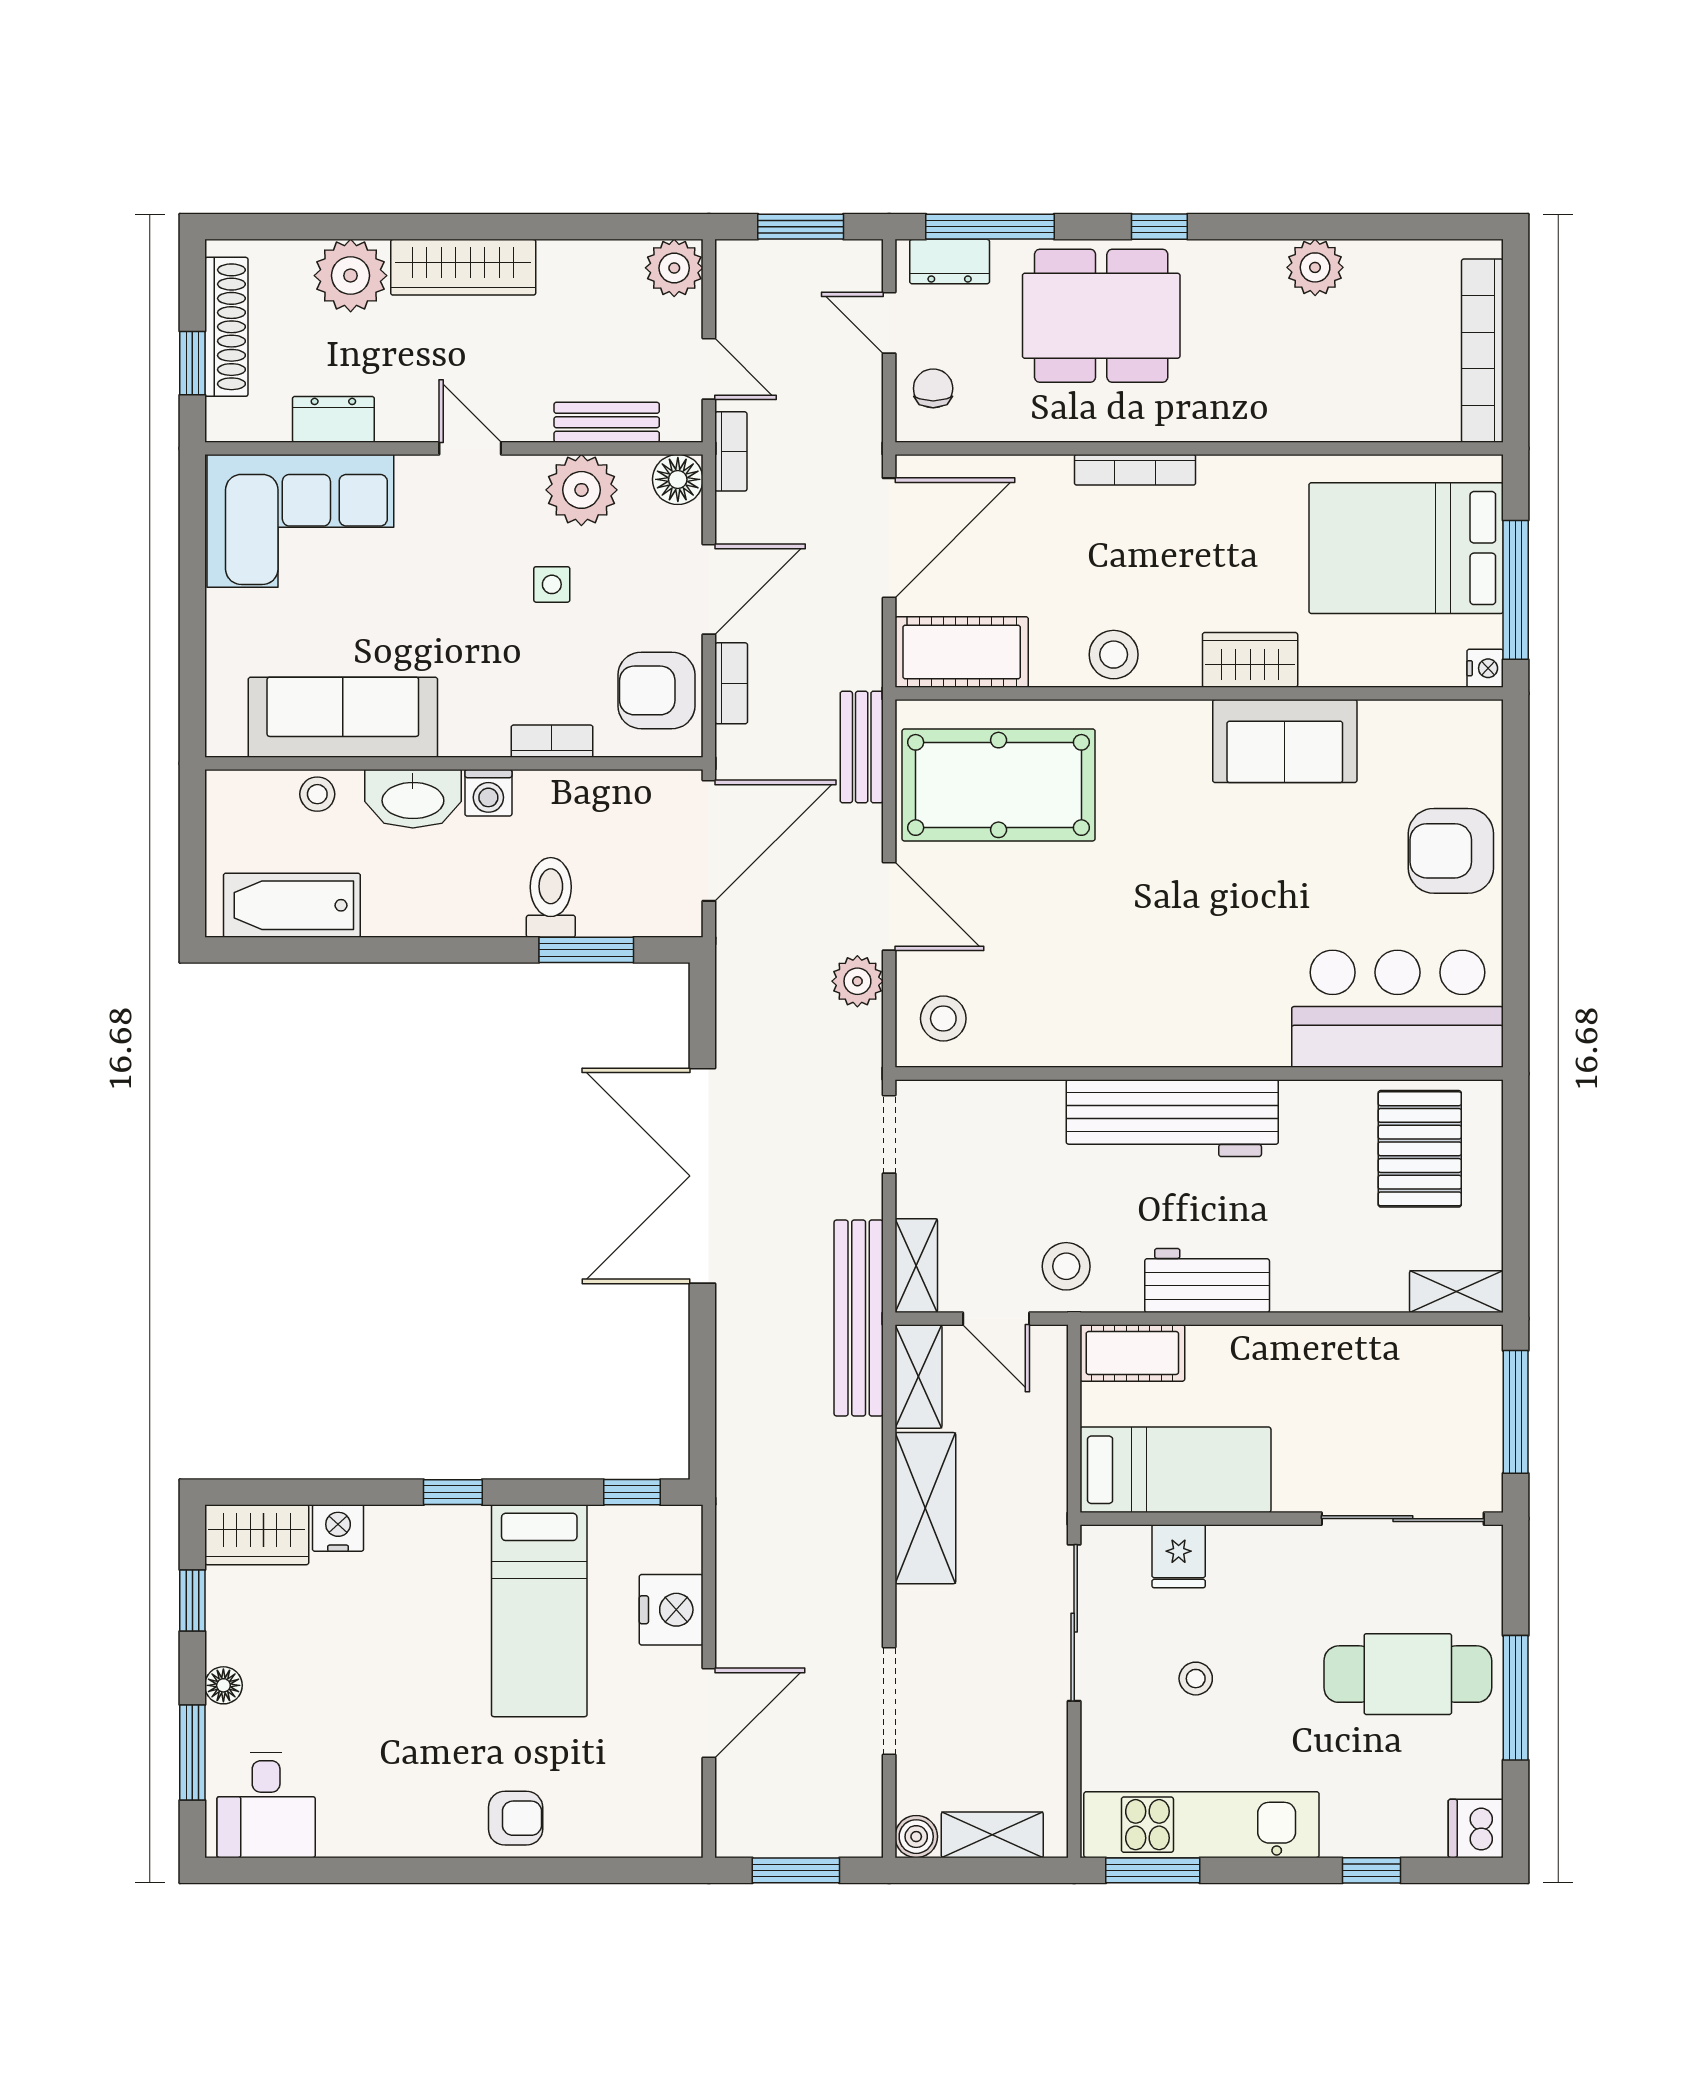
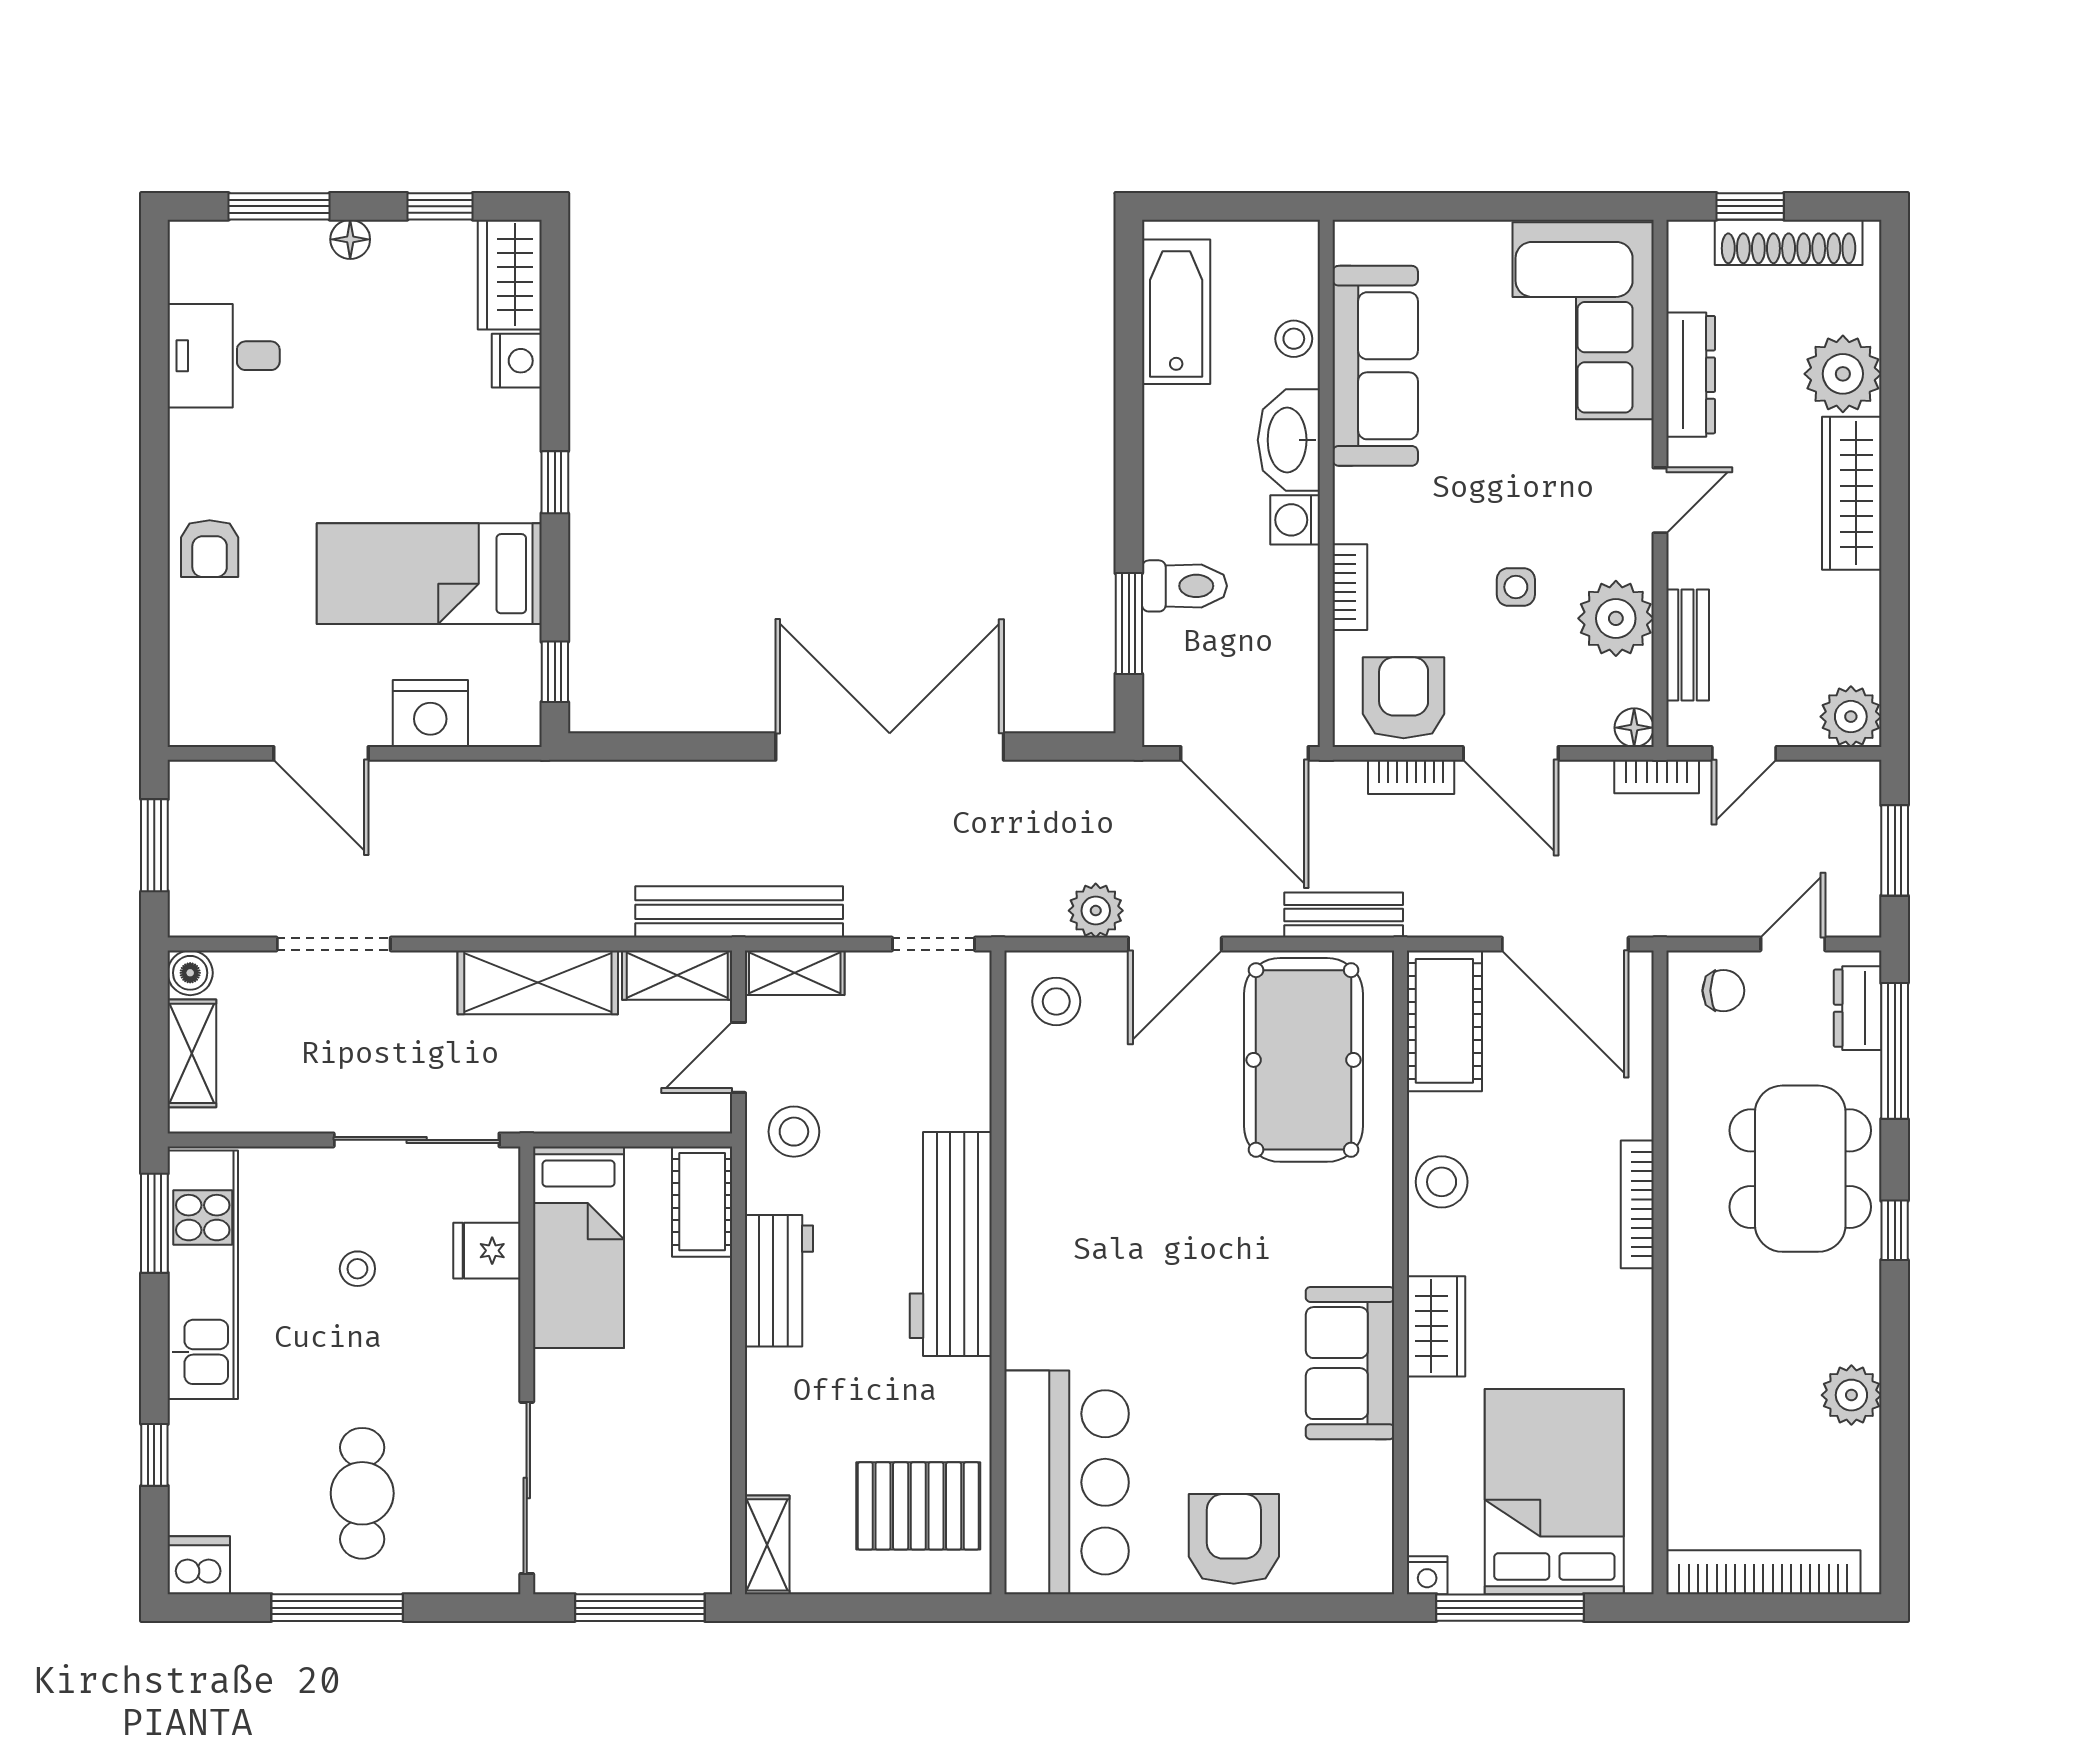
dresser: (333, 419) -> (1691, 375), width x1.44
floor lamp: (678, 479) -> (1634, 728), width x0.73, depth x0.73
cafe table: (1408, 1674) -> (362, 1493), width x0.73, depth x0.74
desk: (266, 1805) -> (224, 356), moved

